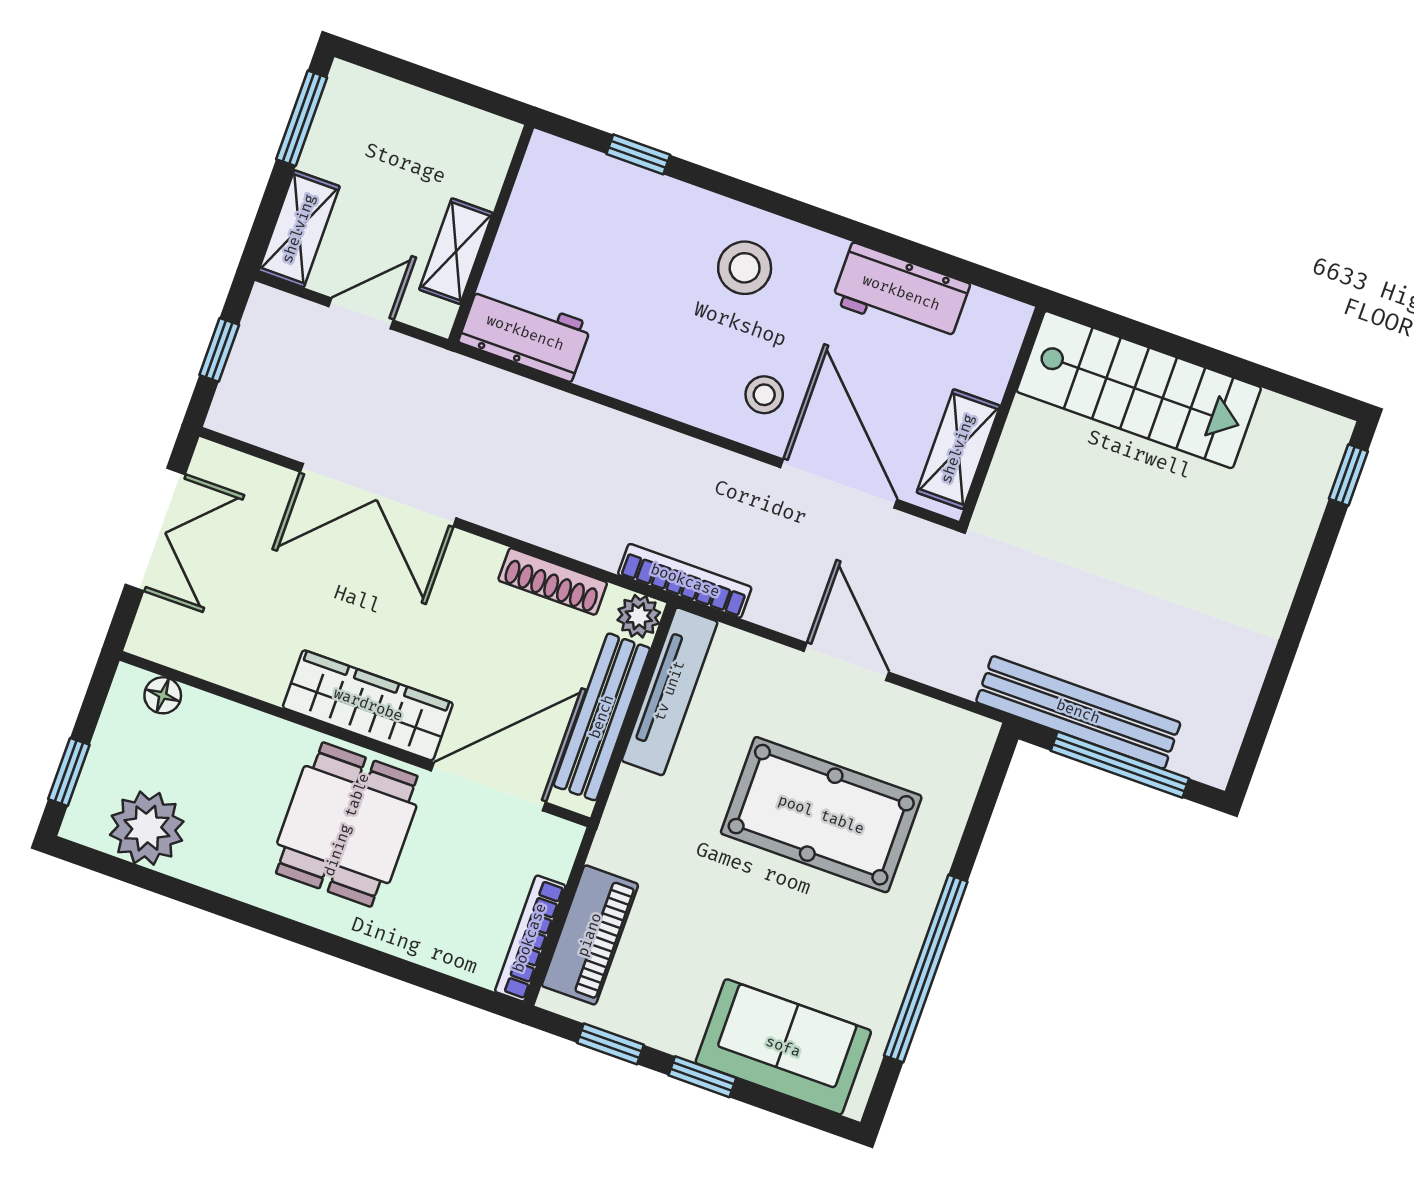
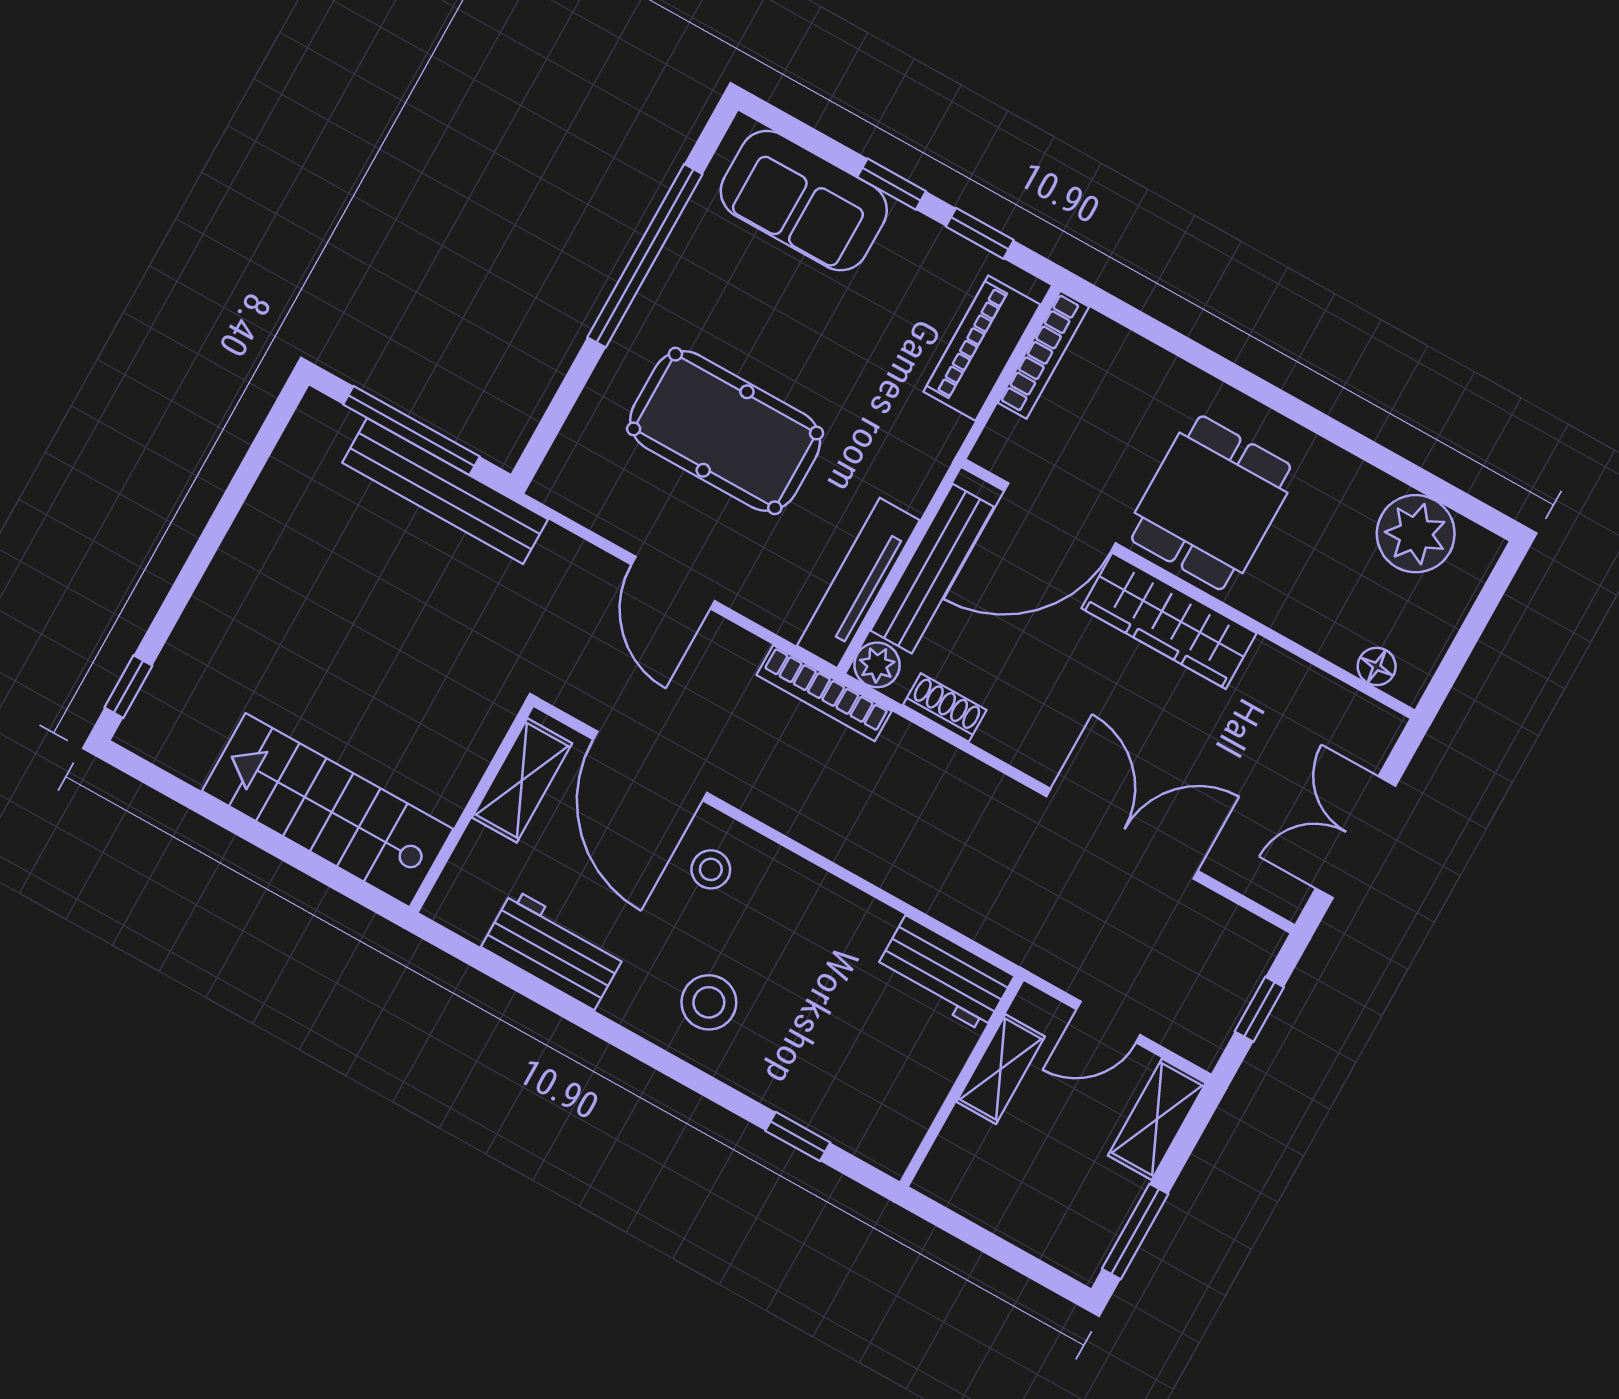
shoe rack: (553, 581) -> (945, 708), width x0.70
window: (69, 772) -> (1486, 604), removed

